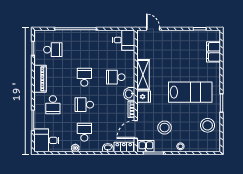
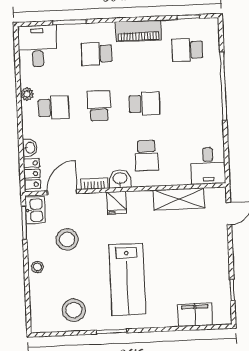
school desk: (53, 50) -> (187, 50), turned 90
shelving: (143, 75) -> (179, 199), moved
school desk: (116, 77) -> (146, 156), turned 180
door: (136, 129) -> (62, 192), hinge flipped

